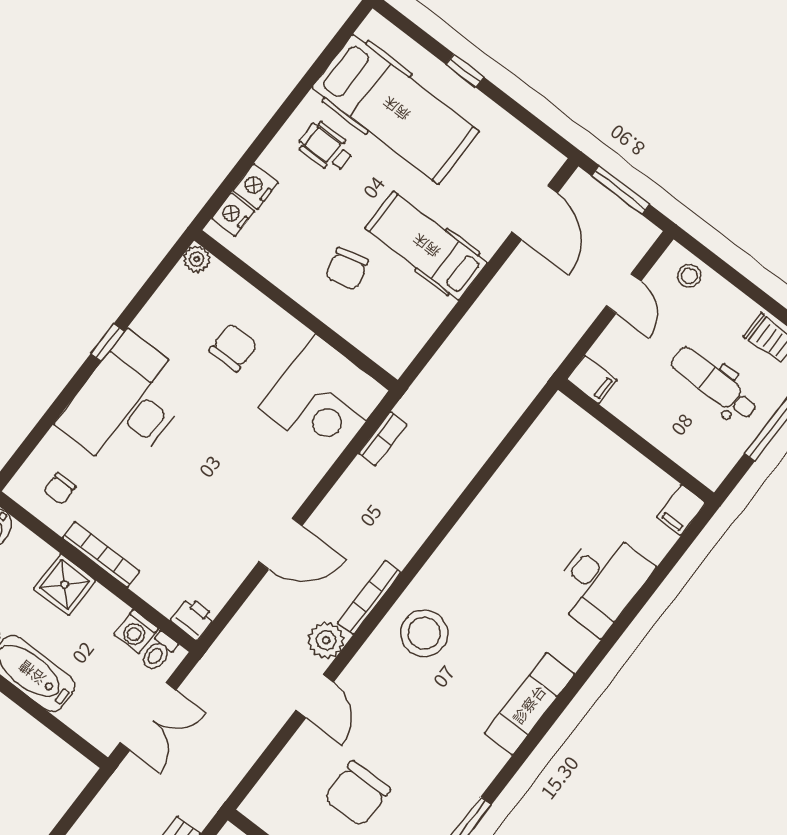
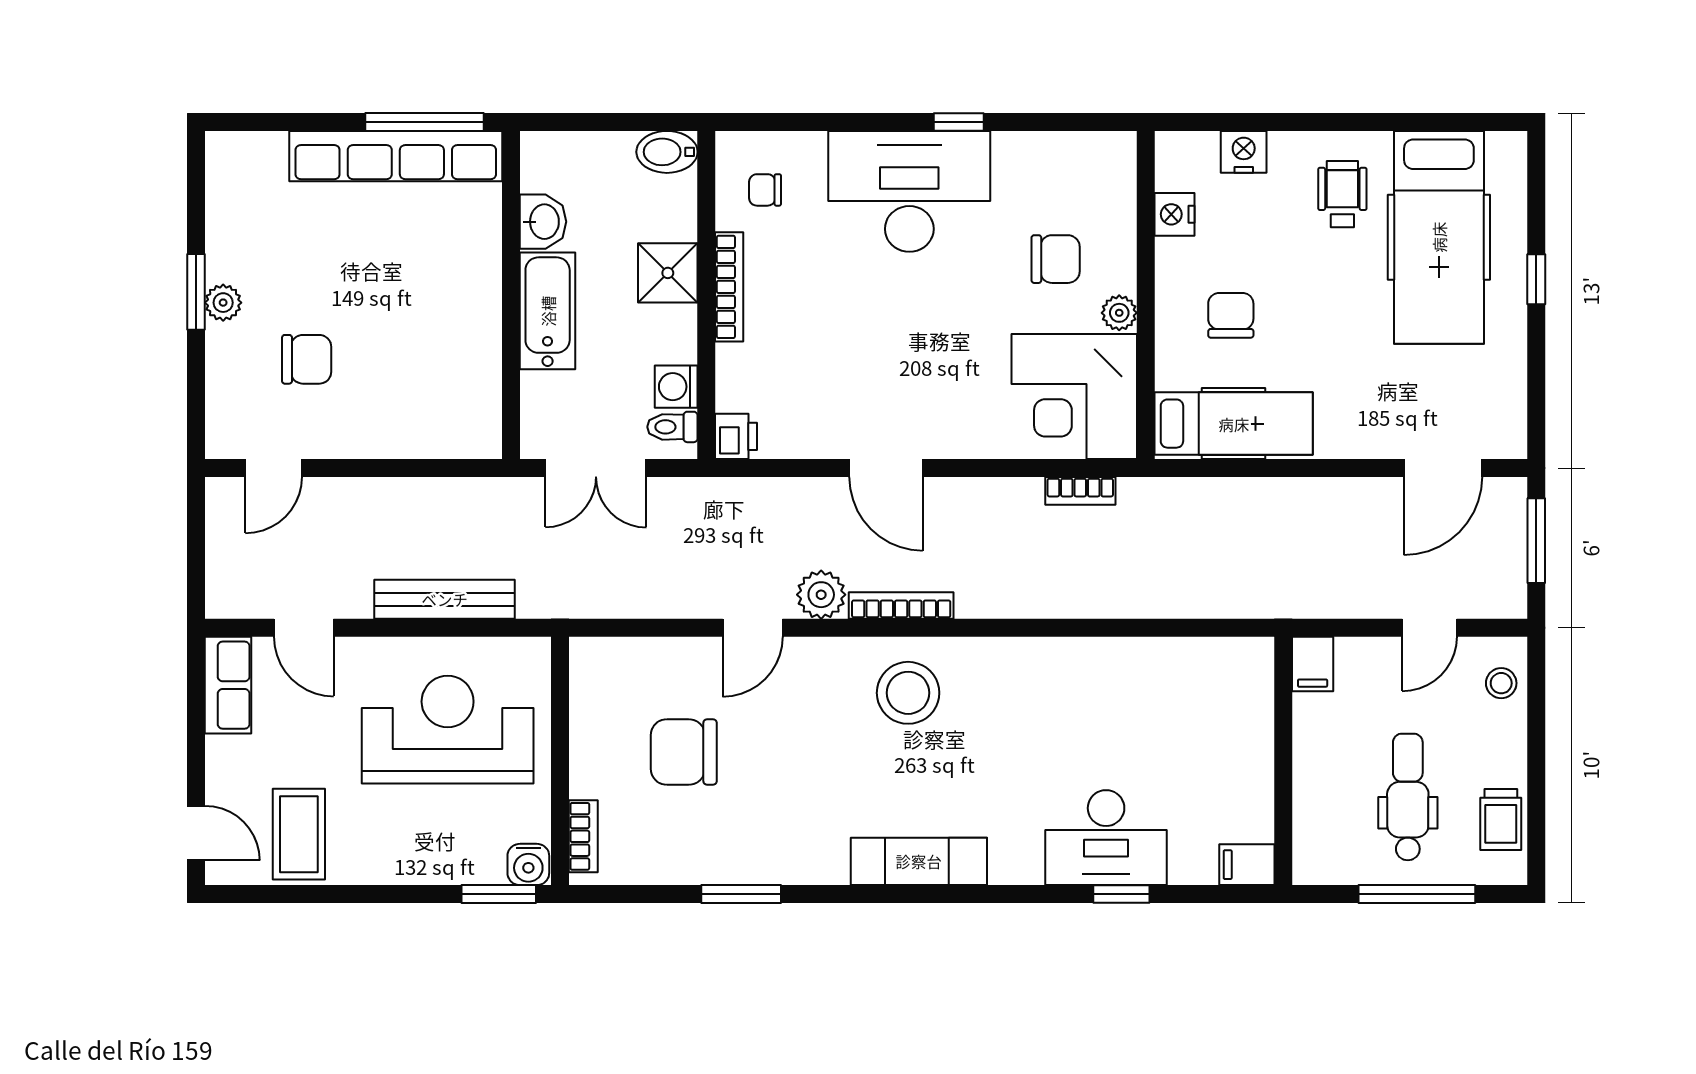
nightstand: (233, 215) -> (1174, 214), moved, turned -90
hospital bed: (426, 246) -> (1234, 424), moved, turned 90
plant: (197, 259) -> (1119, 313), moved
chair: (347, 269) -> (1231, 315), turned 104
window: (641, 598) -> (1121, 894), added

